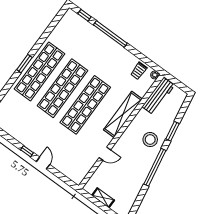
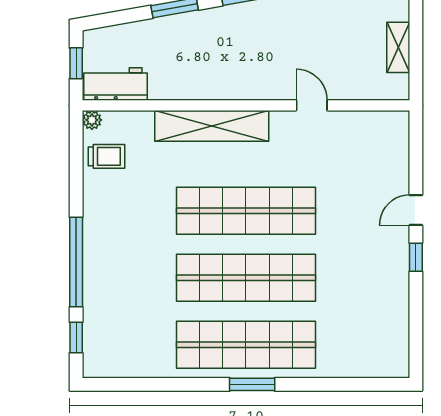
window: (178, 84) -> (76, 63), added
workbench: (158, 96) -> (115, 84), width x0.73
stool: (150, 140) -> (222, 39), removed

